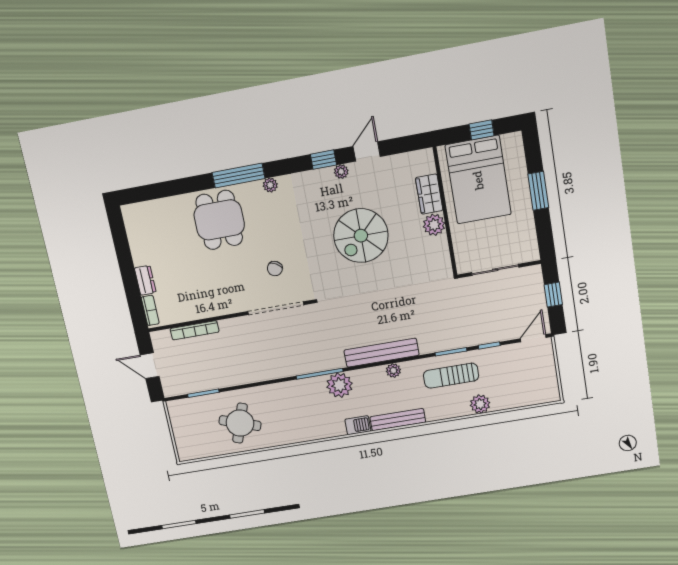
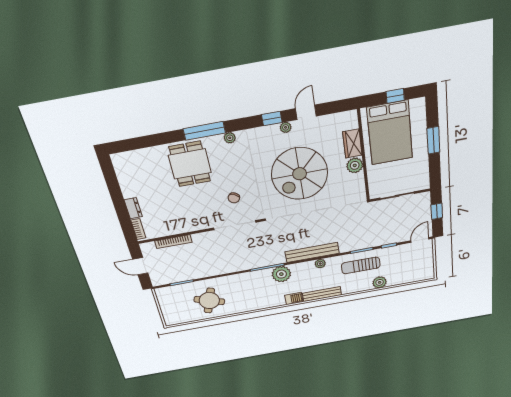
spiral stairs: (361, 236) -> (300, 174), width x1.37, depth x1.37

